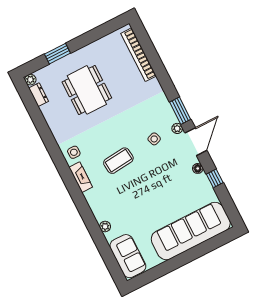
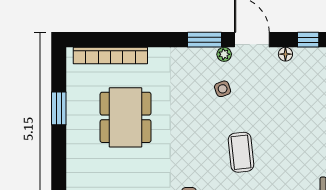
window: (57, 54) -> (59, 108), moved
dining table: (87, 90) -> (126, 117), moved, turned 90
coffee table: (118, 161) -> (241, 152), moved

